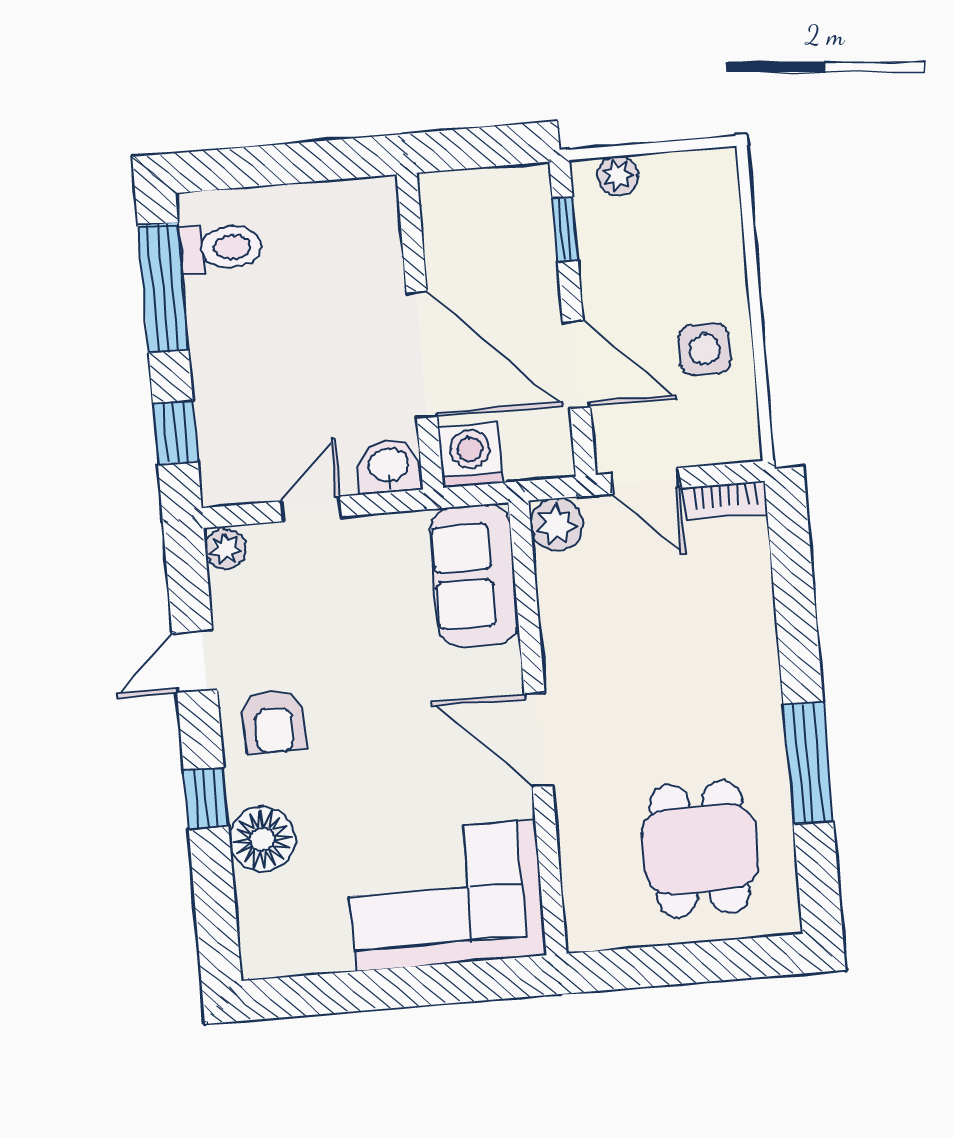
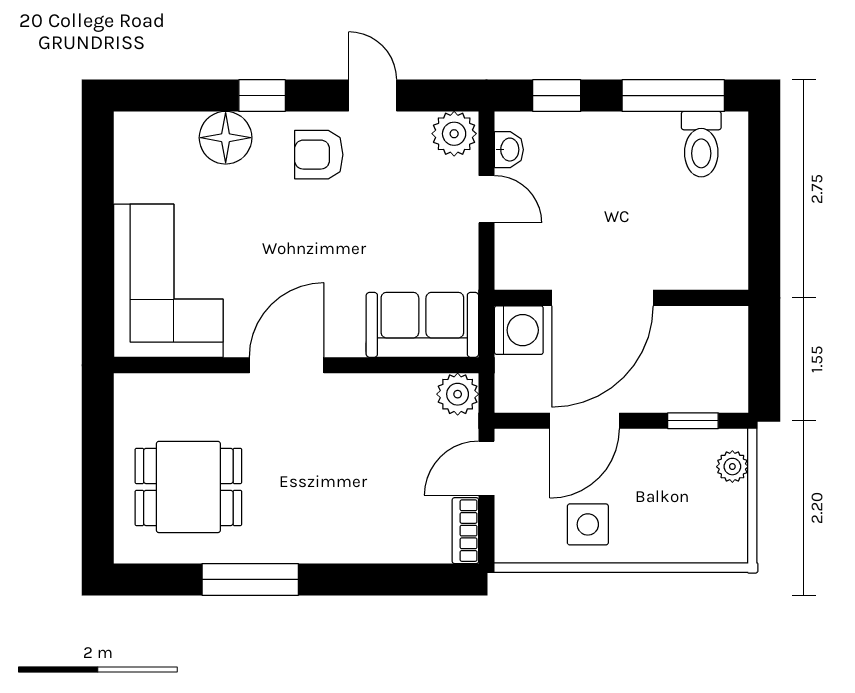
washbasin: (388, 466) -> (509, 150), moved, width x0.72, depth x0.69
plant: (225, 549) -> (454, 134), width x1.38, depth x1.38

